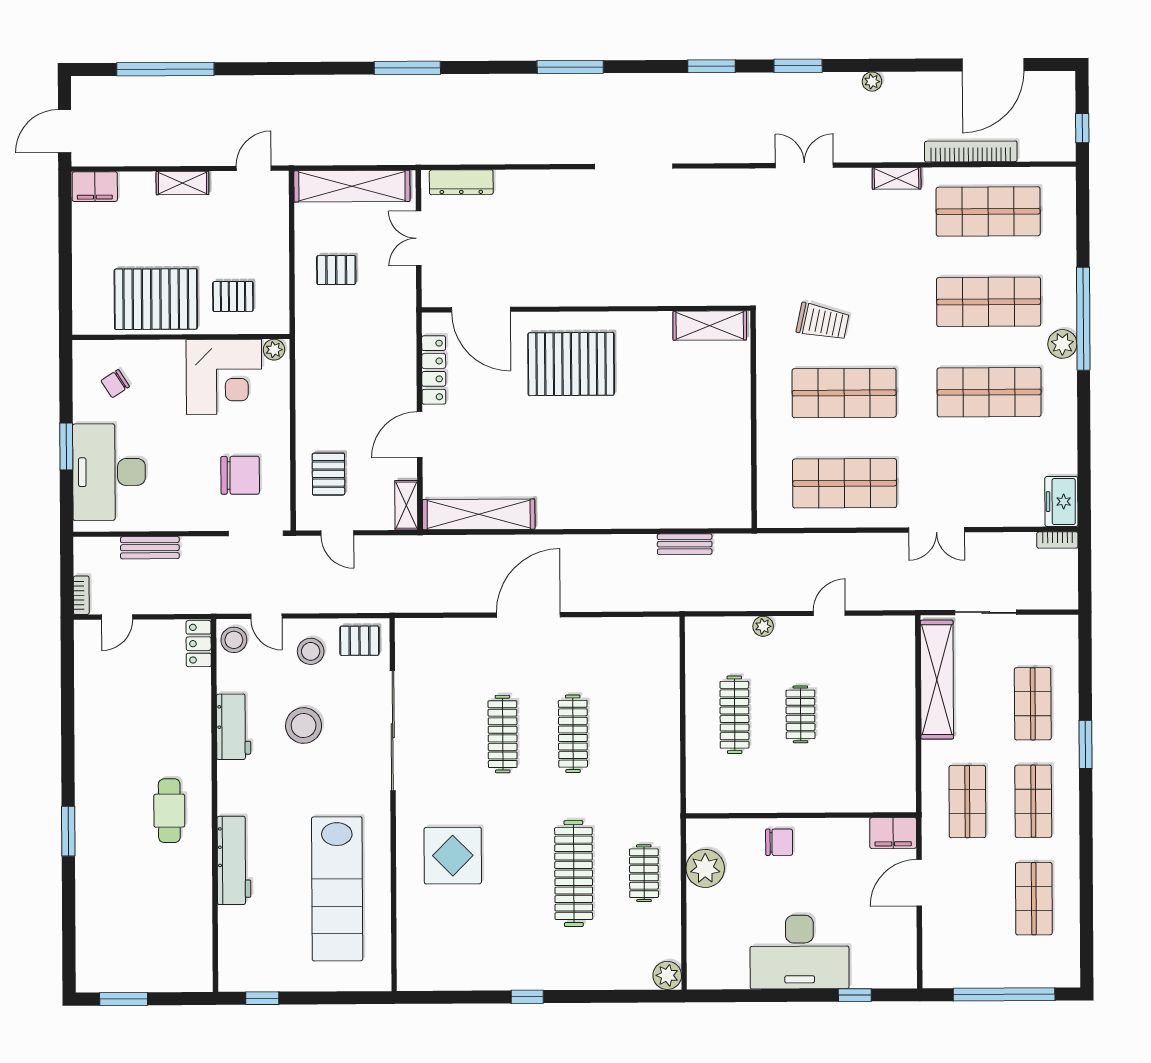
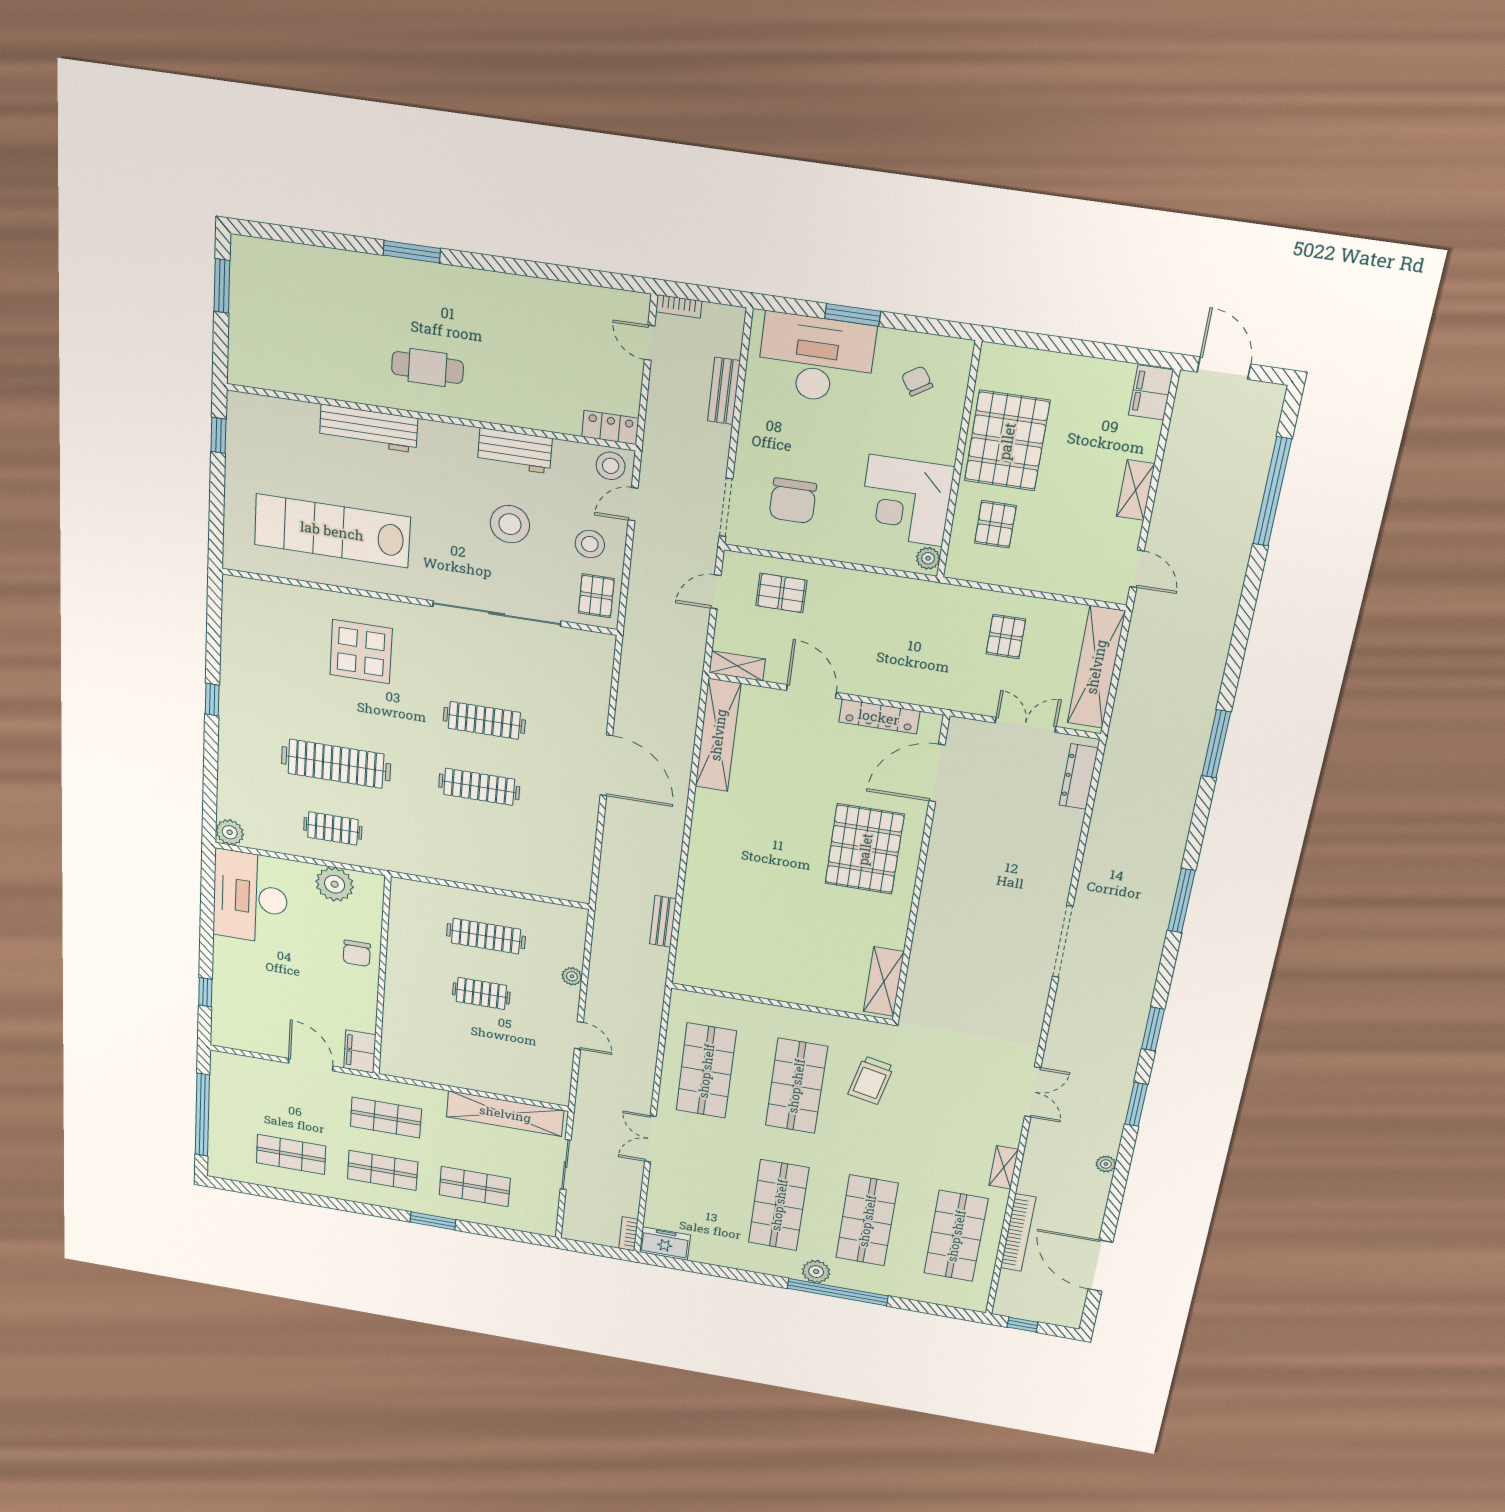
desk: (799, 952) -> (250, 897), moved

